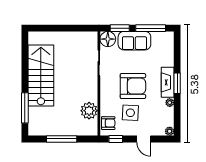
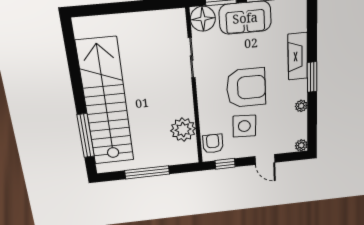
stairs: (41, 75) -> (106, 103), width x1.36
fireplace: (168, 82) -> (298, 56), moved
armchair: (108, 123) -> (213, 144), turned -90

